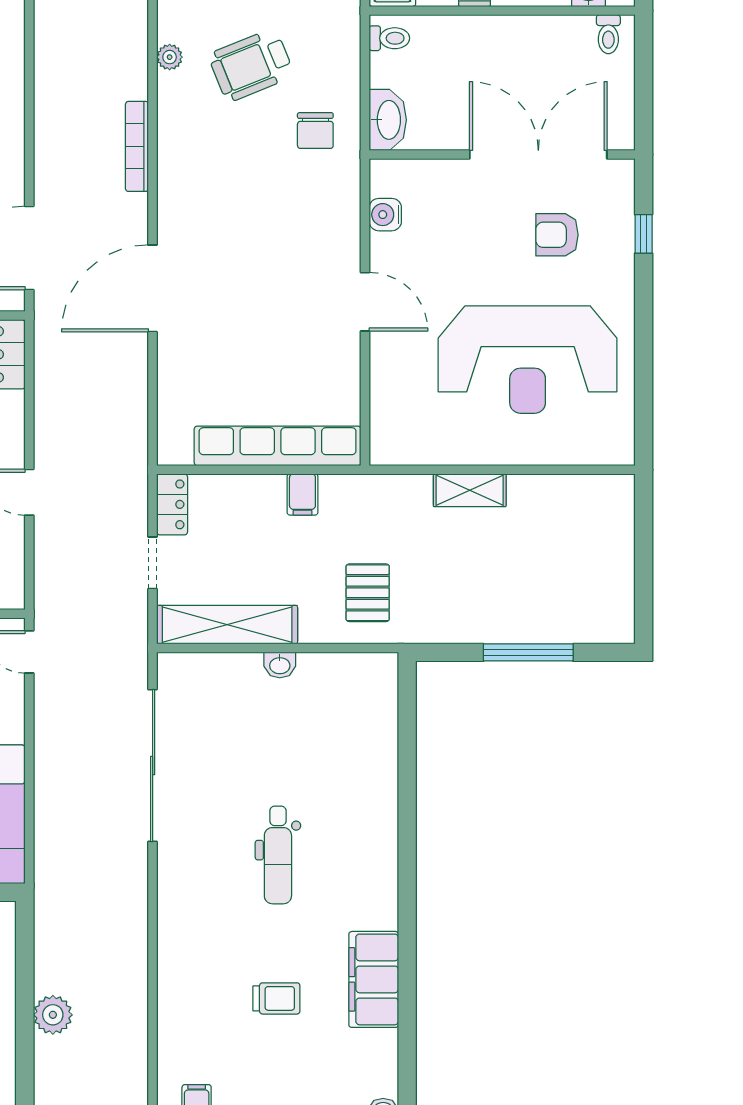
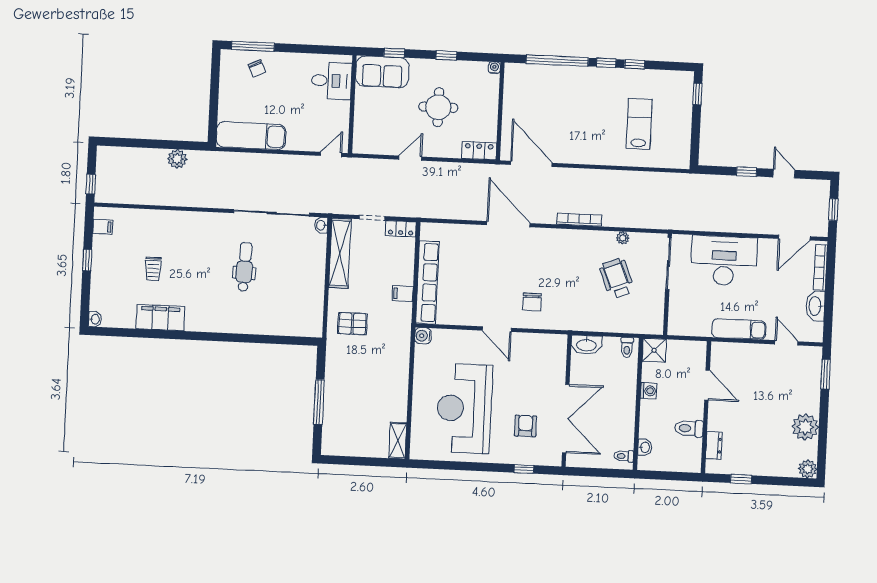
chair: (315, 131) -> (532, 302), moved, turned -90
water cooler: (385, 215) -> (423, 336), moved, turned -90
door: (365, 302) -> (497, 329), hinge flipped
shelving: (470, 490) -> (398, 441), moved
washbasin: (280, 665) -> (321, 225), moved
dental chair: (278, 855) -> (245, 267), moved, turned 92
plant: (53, 1015) -> (177, 159), moved

